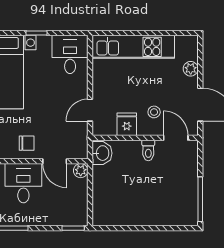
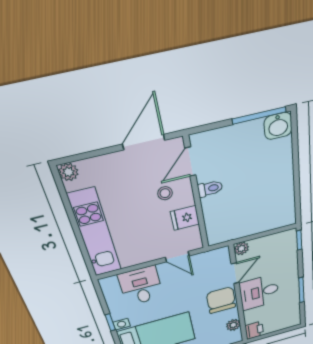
desk: (70, 54) -> (141, 286), moved, turned 90
plant: (191, 69) -> (68, 172), moved
chair: (27, 143) -> (221, 300), width x1.87, depth x1.87
washbasin: (102, 153) -> (278, 126), moved, turned 180

